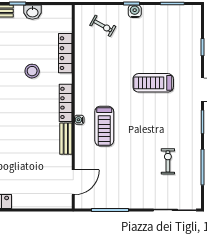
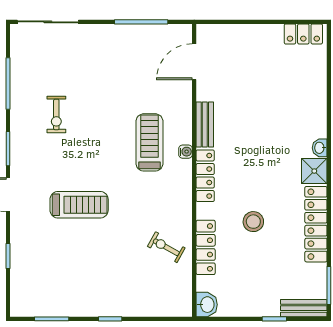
water cooler: (135, 11) -> (106, 308), removed
washbasin: (32, 12) -> (207, 305), moved, turned 90
exercise bike: (103, 26) -> (166, 247), moved
exercise bike: (168, 161) -> (56, 114), moved

